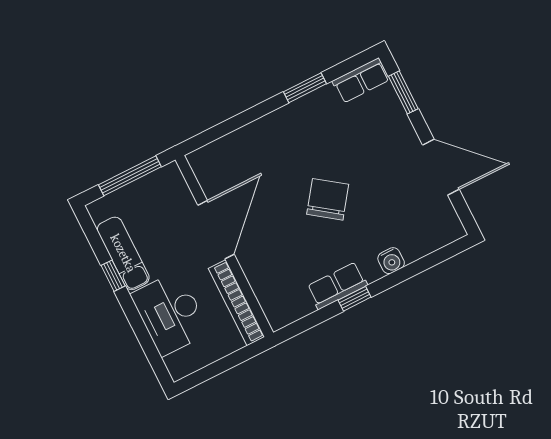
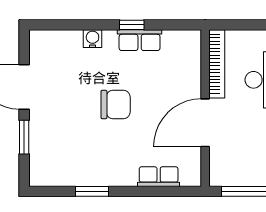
row of seats: (361, 80) -> (159, 177), moved
window: (403, 92) -> (24, 137), moved
chair: (328, 199) -> (116, 105), turned -126

